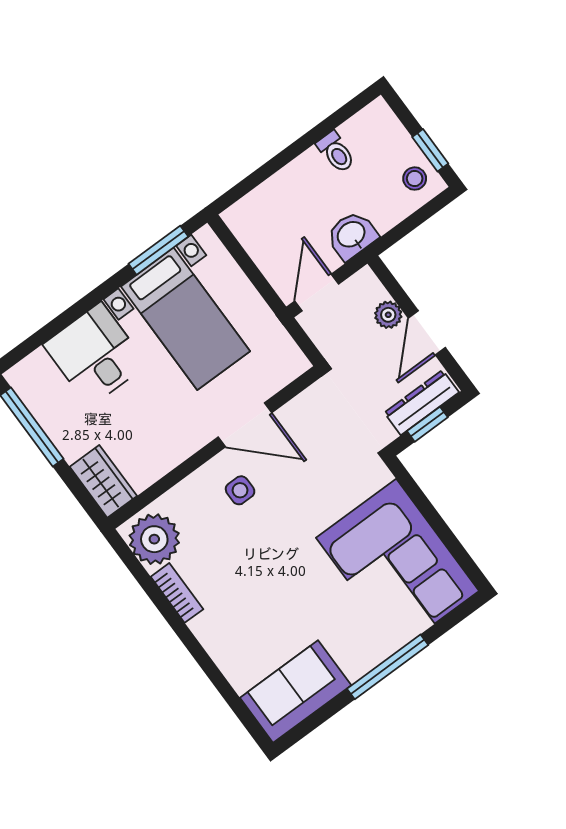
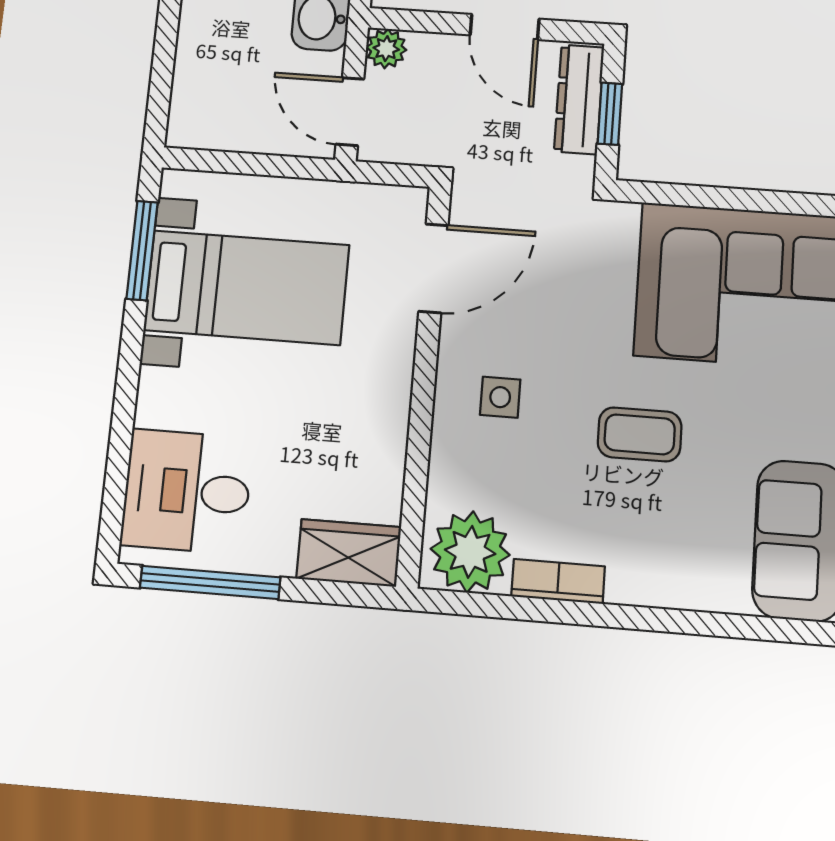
plant: (388, 315) -> (386, 49), moved
desk: (95, 354) -> (187, 491), moved
door: (245, 425) -> (433, 268), moved
coffee table: (280, 573) -> (640, 434), added

